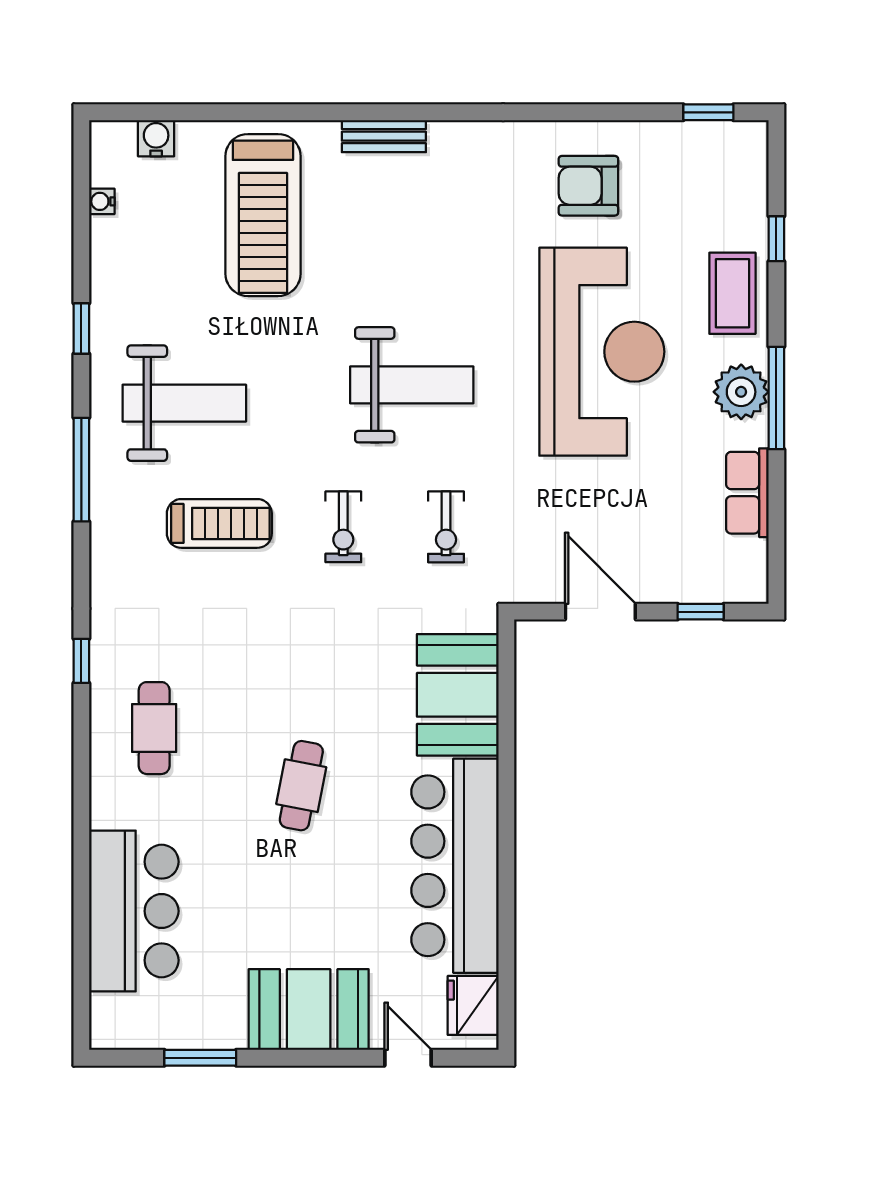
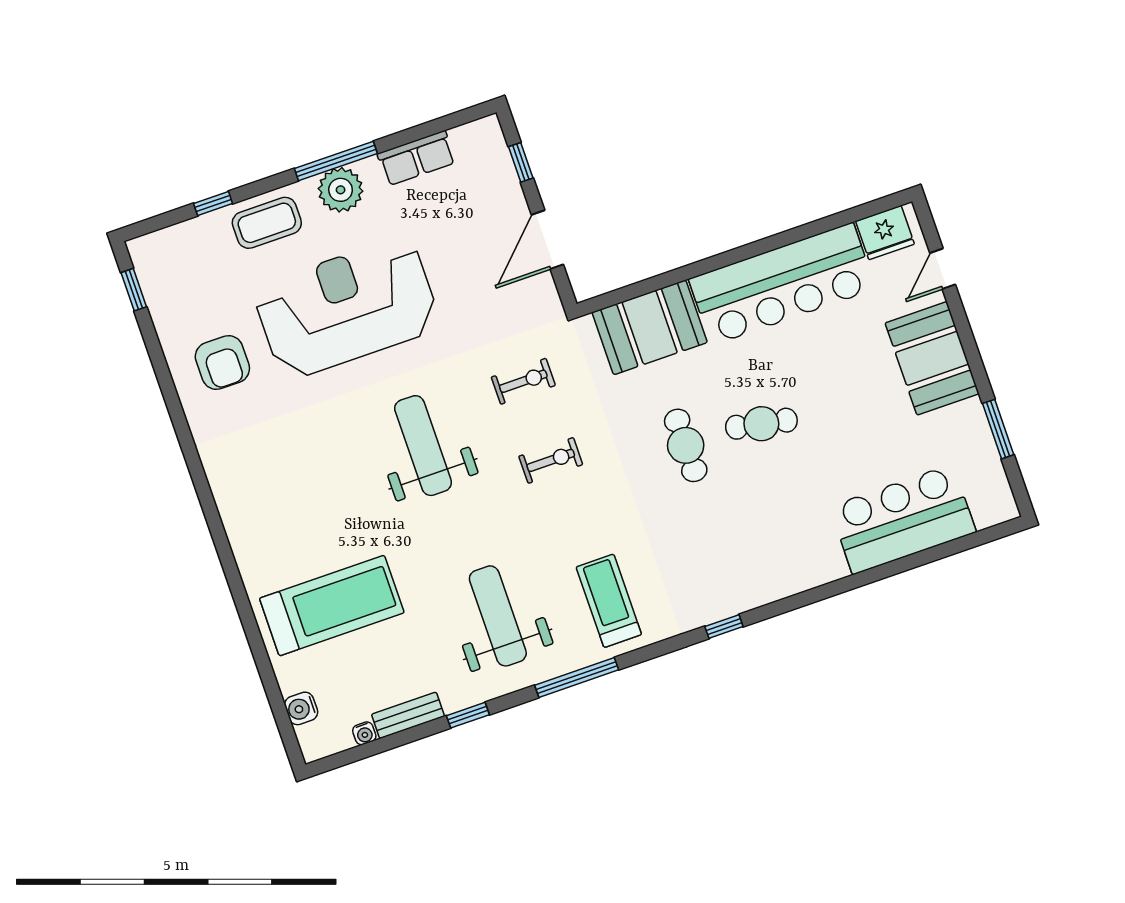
bench: (384, 136) -> (408, 715), moved, turned 90
treadmill: (219, 523) -> (609, 601), moved
cafe table: (154, 728) -> (686, 445), moved, turned 90

